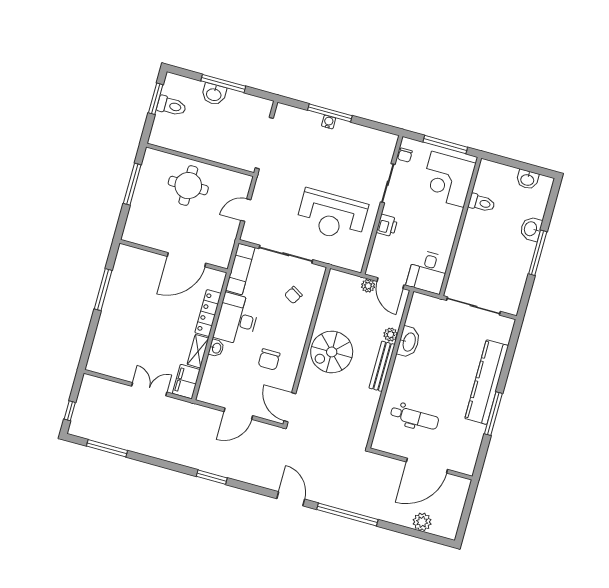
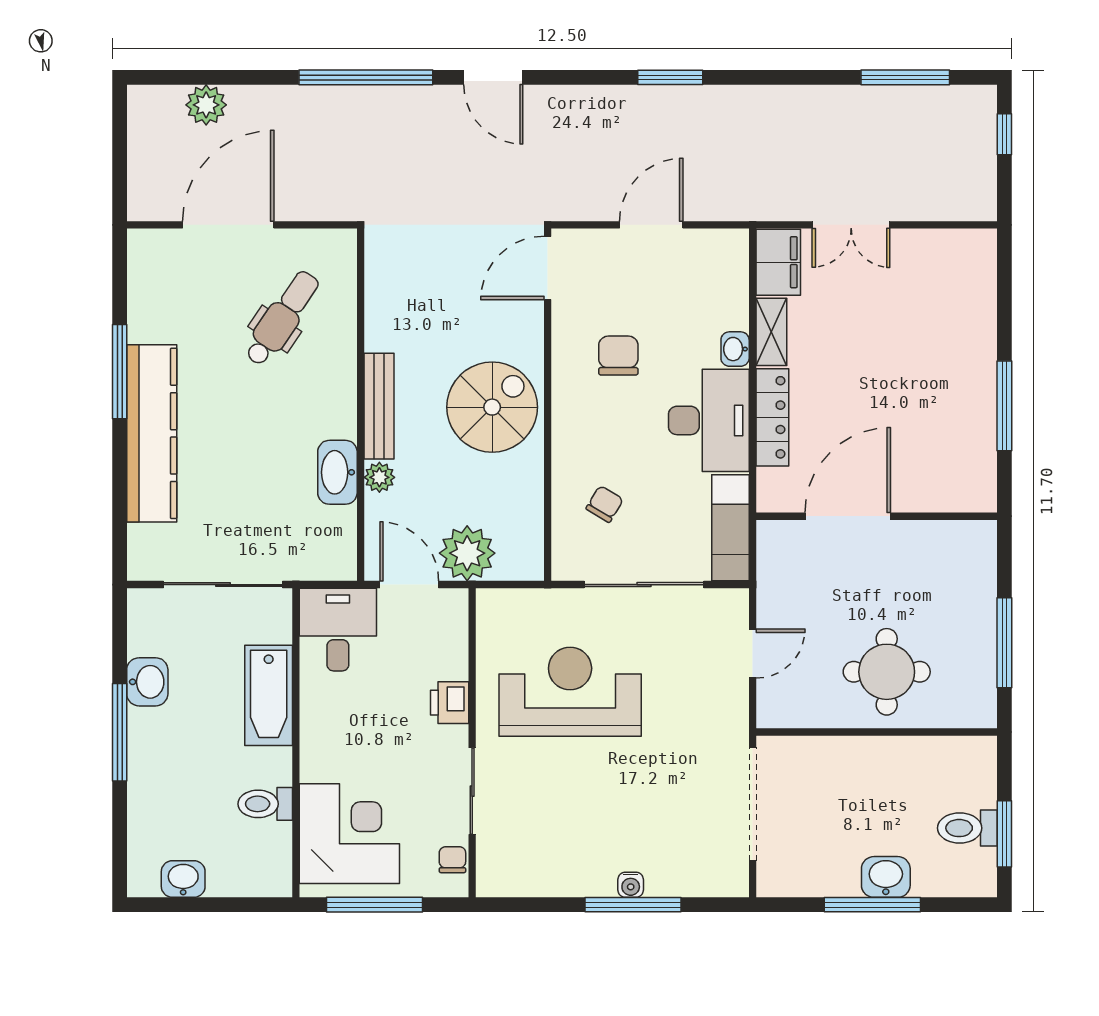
washbasin: (531, 229) -> (147, 682), moved
bathtub: (467, 251) -> (269, 695), added
plant: (368, 286) -> (467, 553), width x1.87, depth x1.87
door: (290, 407) -> (548, 268), swing flipped
dental chair: (415, 417) -> (282, 318), turned 124

